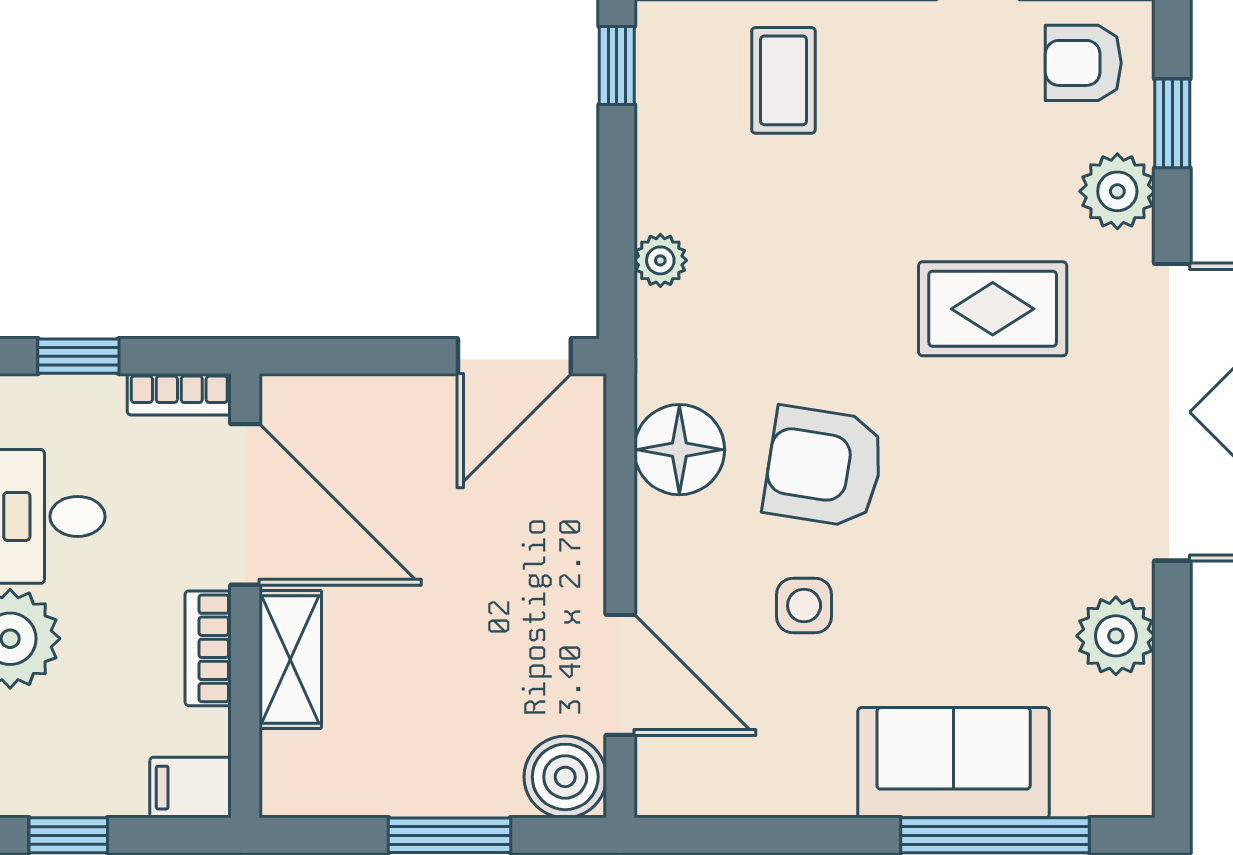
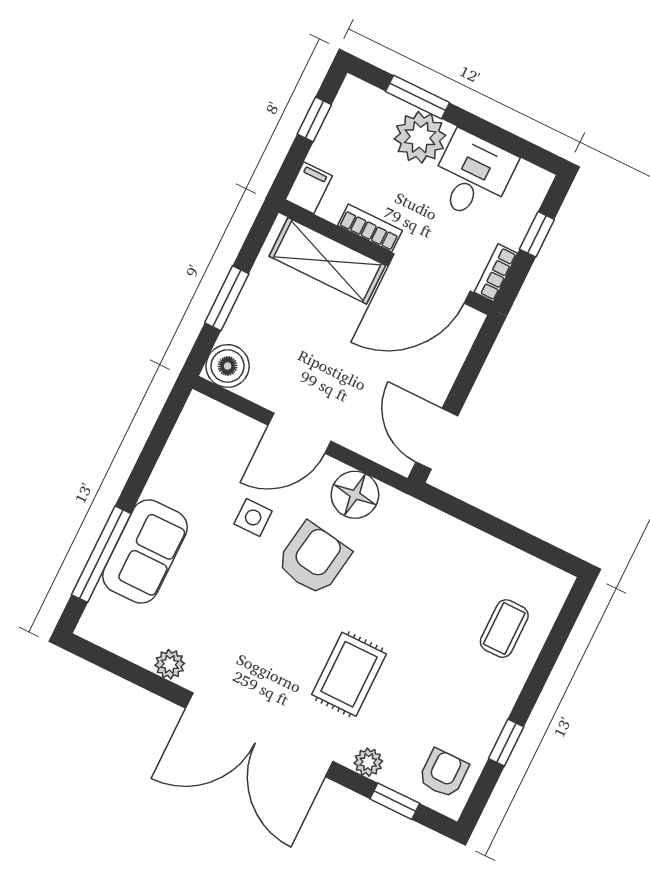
window: (617, 66) -> (550, 554), removed
coffee table: (783, 80) -> (504, 629), turned 90
plant: (1117, 191) -> (368, 762), width x0.73, depth x0.73
plant: (660, 260) -> (448, 529), removed
plant: (1116, 636) -> (170, 664), width x0.73, depth x0.73
shelving: (290, 659) -> (327, 261), width x1.50, depth x1.33
door: (620, 675) -> (299, 433), moved

